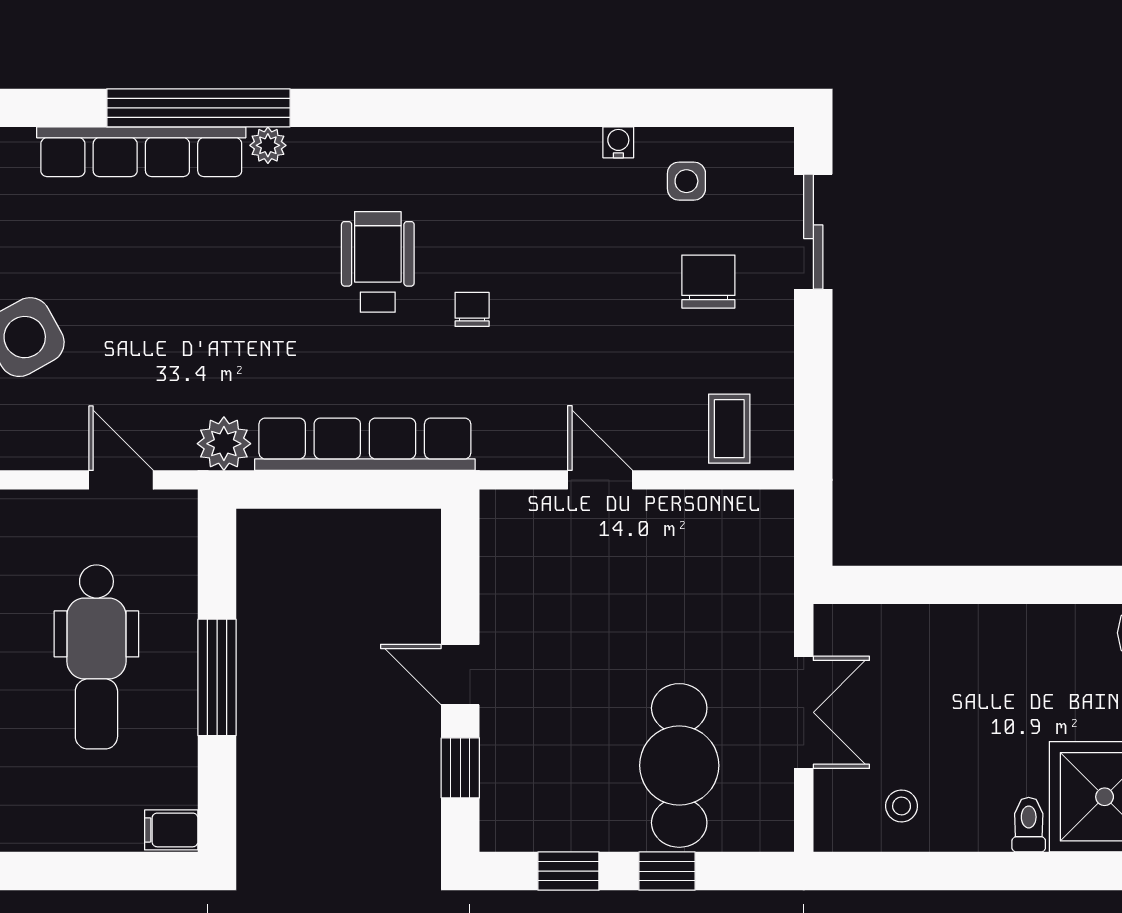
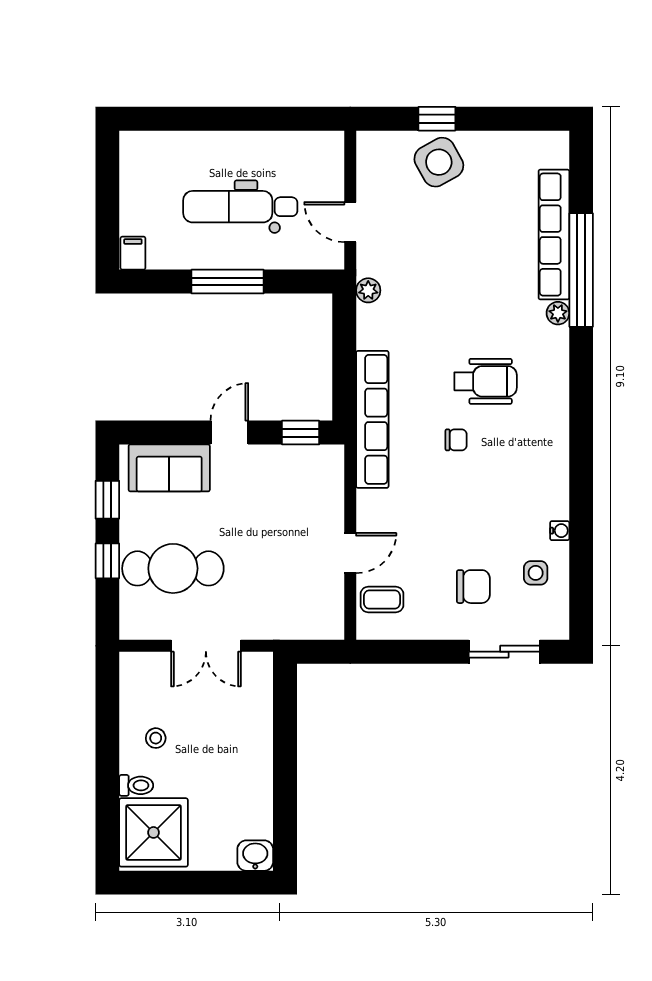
plant: (224, 444) -> (368, 290), width x0.73, depth x0.73
row of seats: (365, 444) -> (372, 419), moved
door: (121, 480) -> (350, 222), swing flipped
door: (600, 480) -> (350, 553), moved
window: (460, 768) -> (301, 433), moved
sofa: (517, 771) -> (169, 468), added
stool: (902, 806) -> (156, 738), moved

